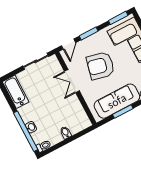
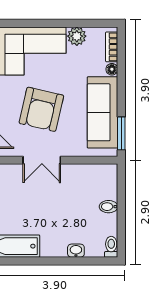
window: (123, 112) -> (121, 133), moved
window: (26, 131) -> (78, 261), removed

